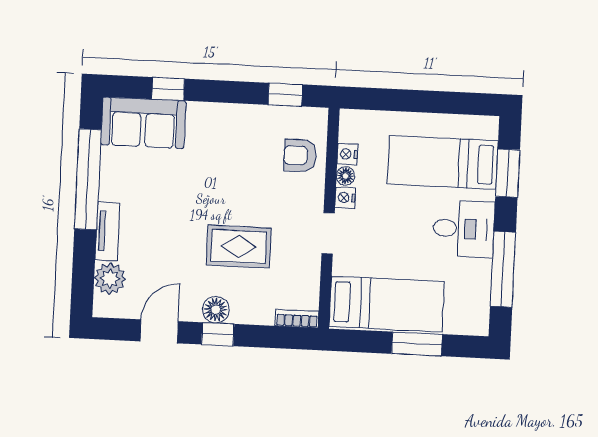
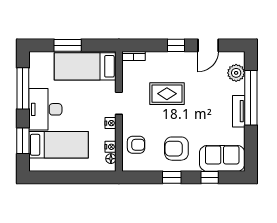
window: (285, 95) -> (172, 177), moved
armchair: (226, 145) -> (176, 149), added
floor lamp: (346, 176) -> (111, 159), moved
window: (88, 179) -> (251, 98), moved
desk: (464, 229) -> (45, 109), width x1.37
tv unit: (107, 231) -> (239, 111), moved
floor lamp: (216, 310) -> (178, 59), removed

